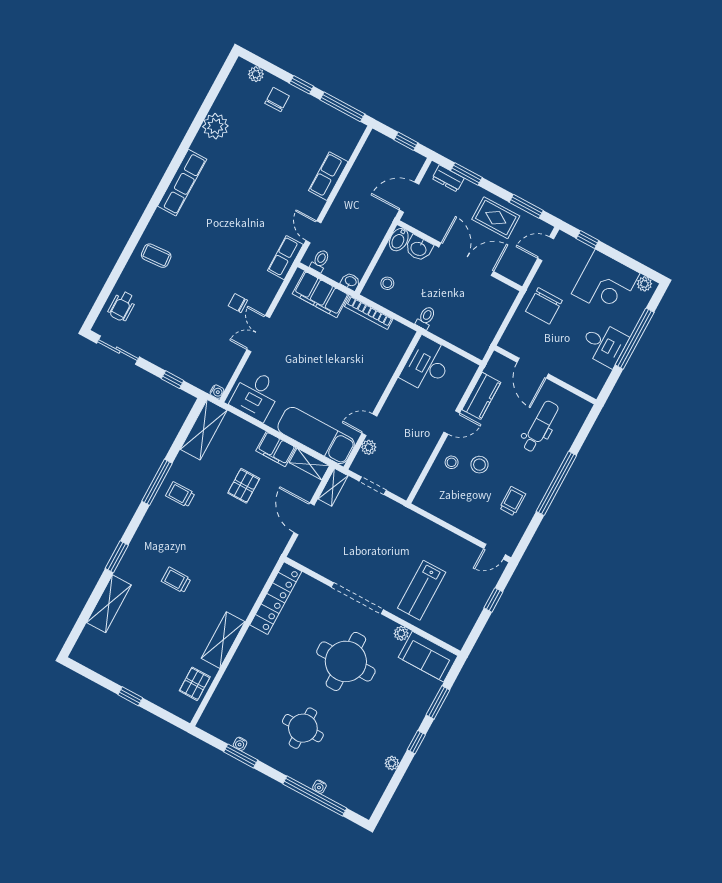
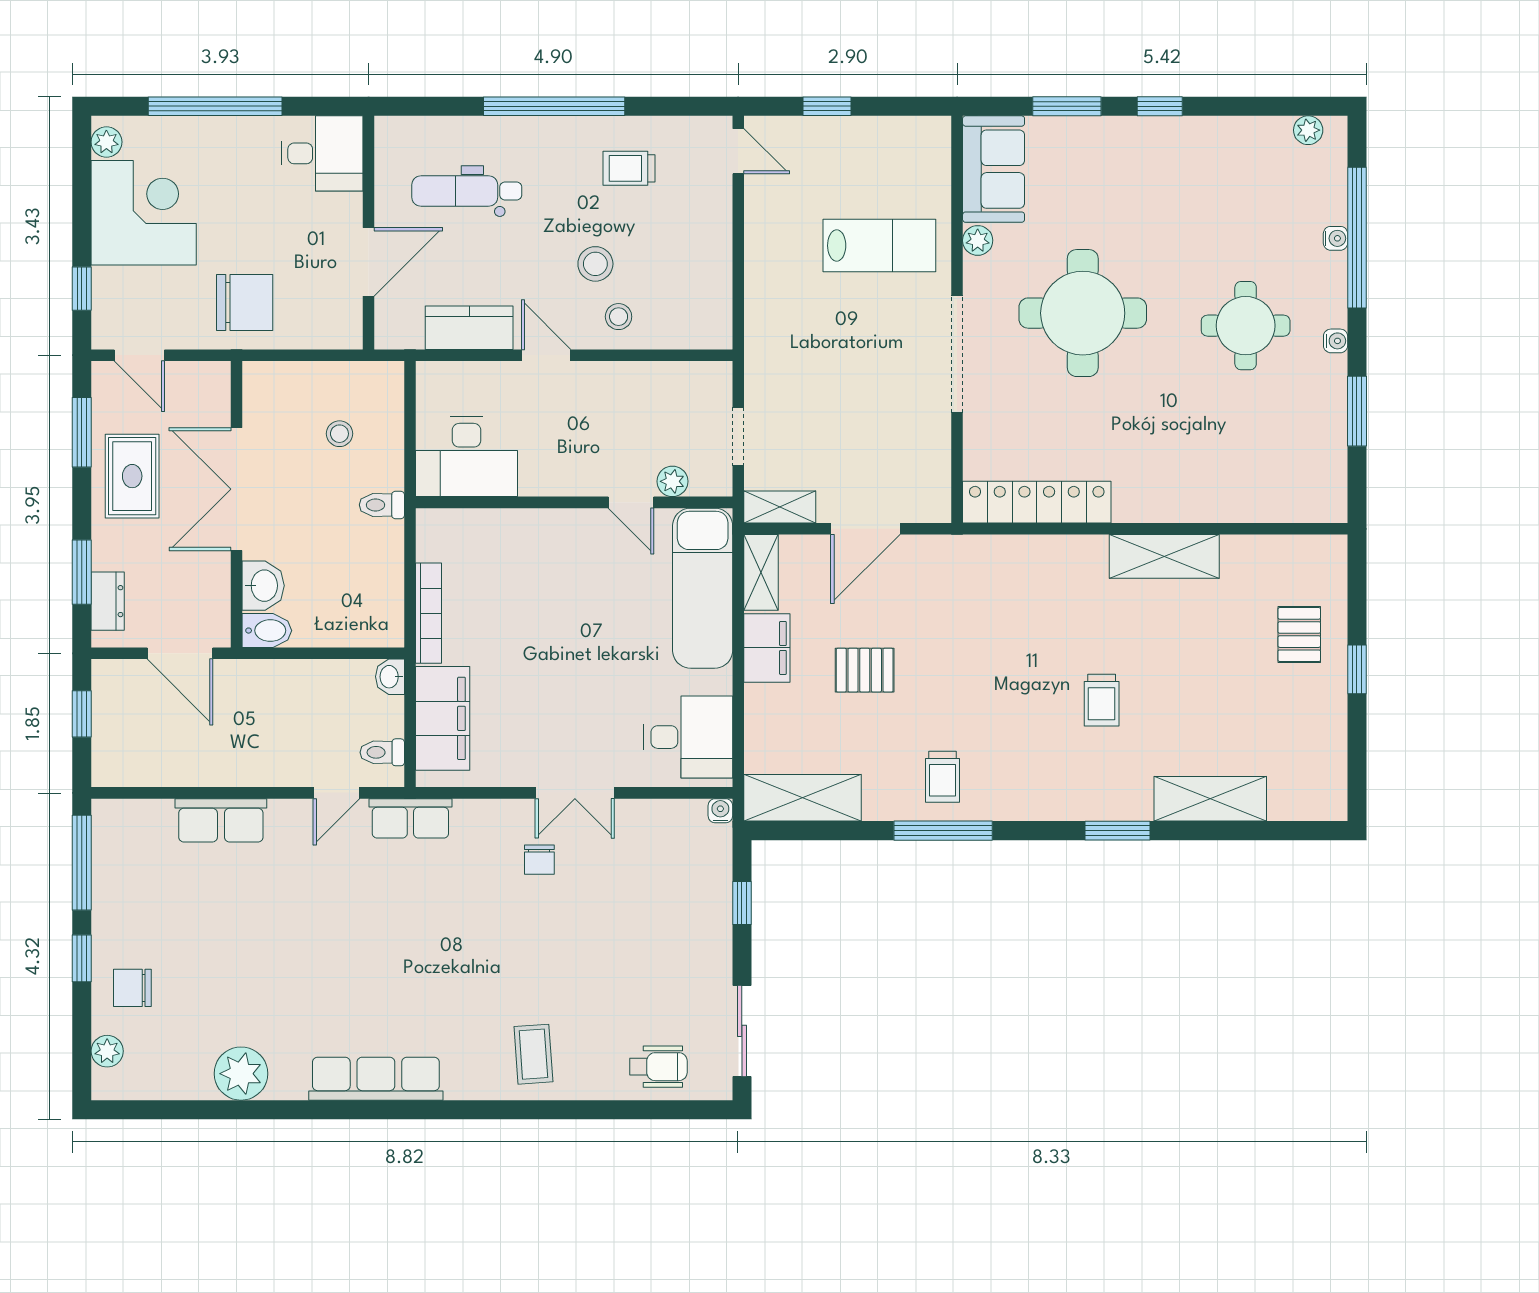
stool: (387, 283) -> (339, 434), moved
desk: (604, 344) -> (322, 153), moved, turned 90
pallet: (195, 684) -> (1299, 635), moved, turned 90
water cooler: (240, 744) -> (1336, 341), moved
plant: (392, 763) -> (1308, 130), moved

